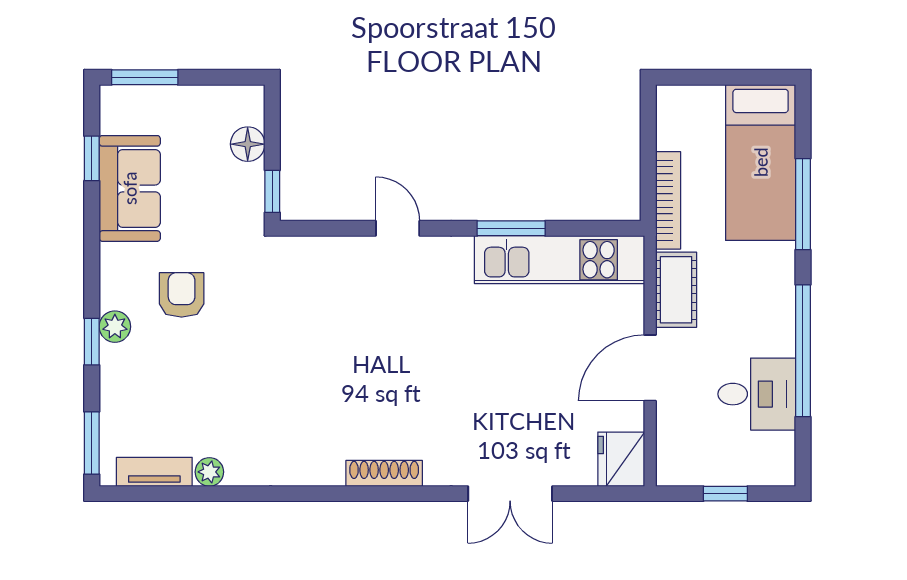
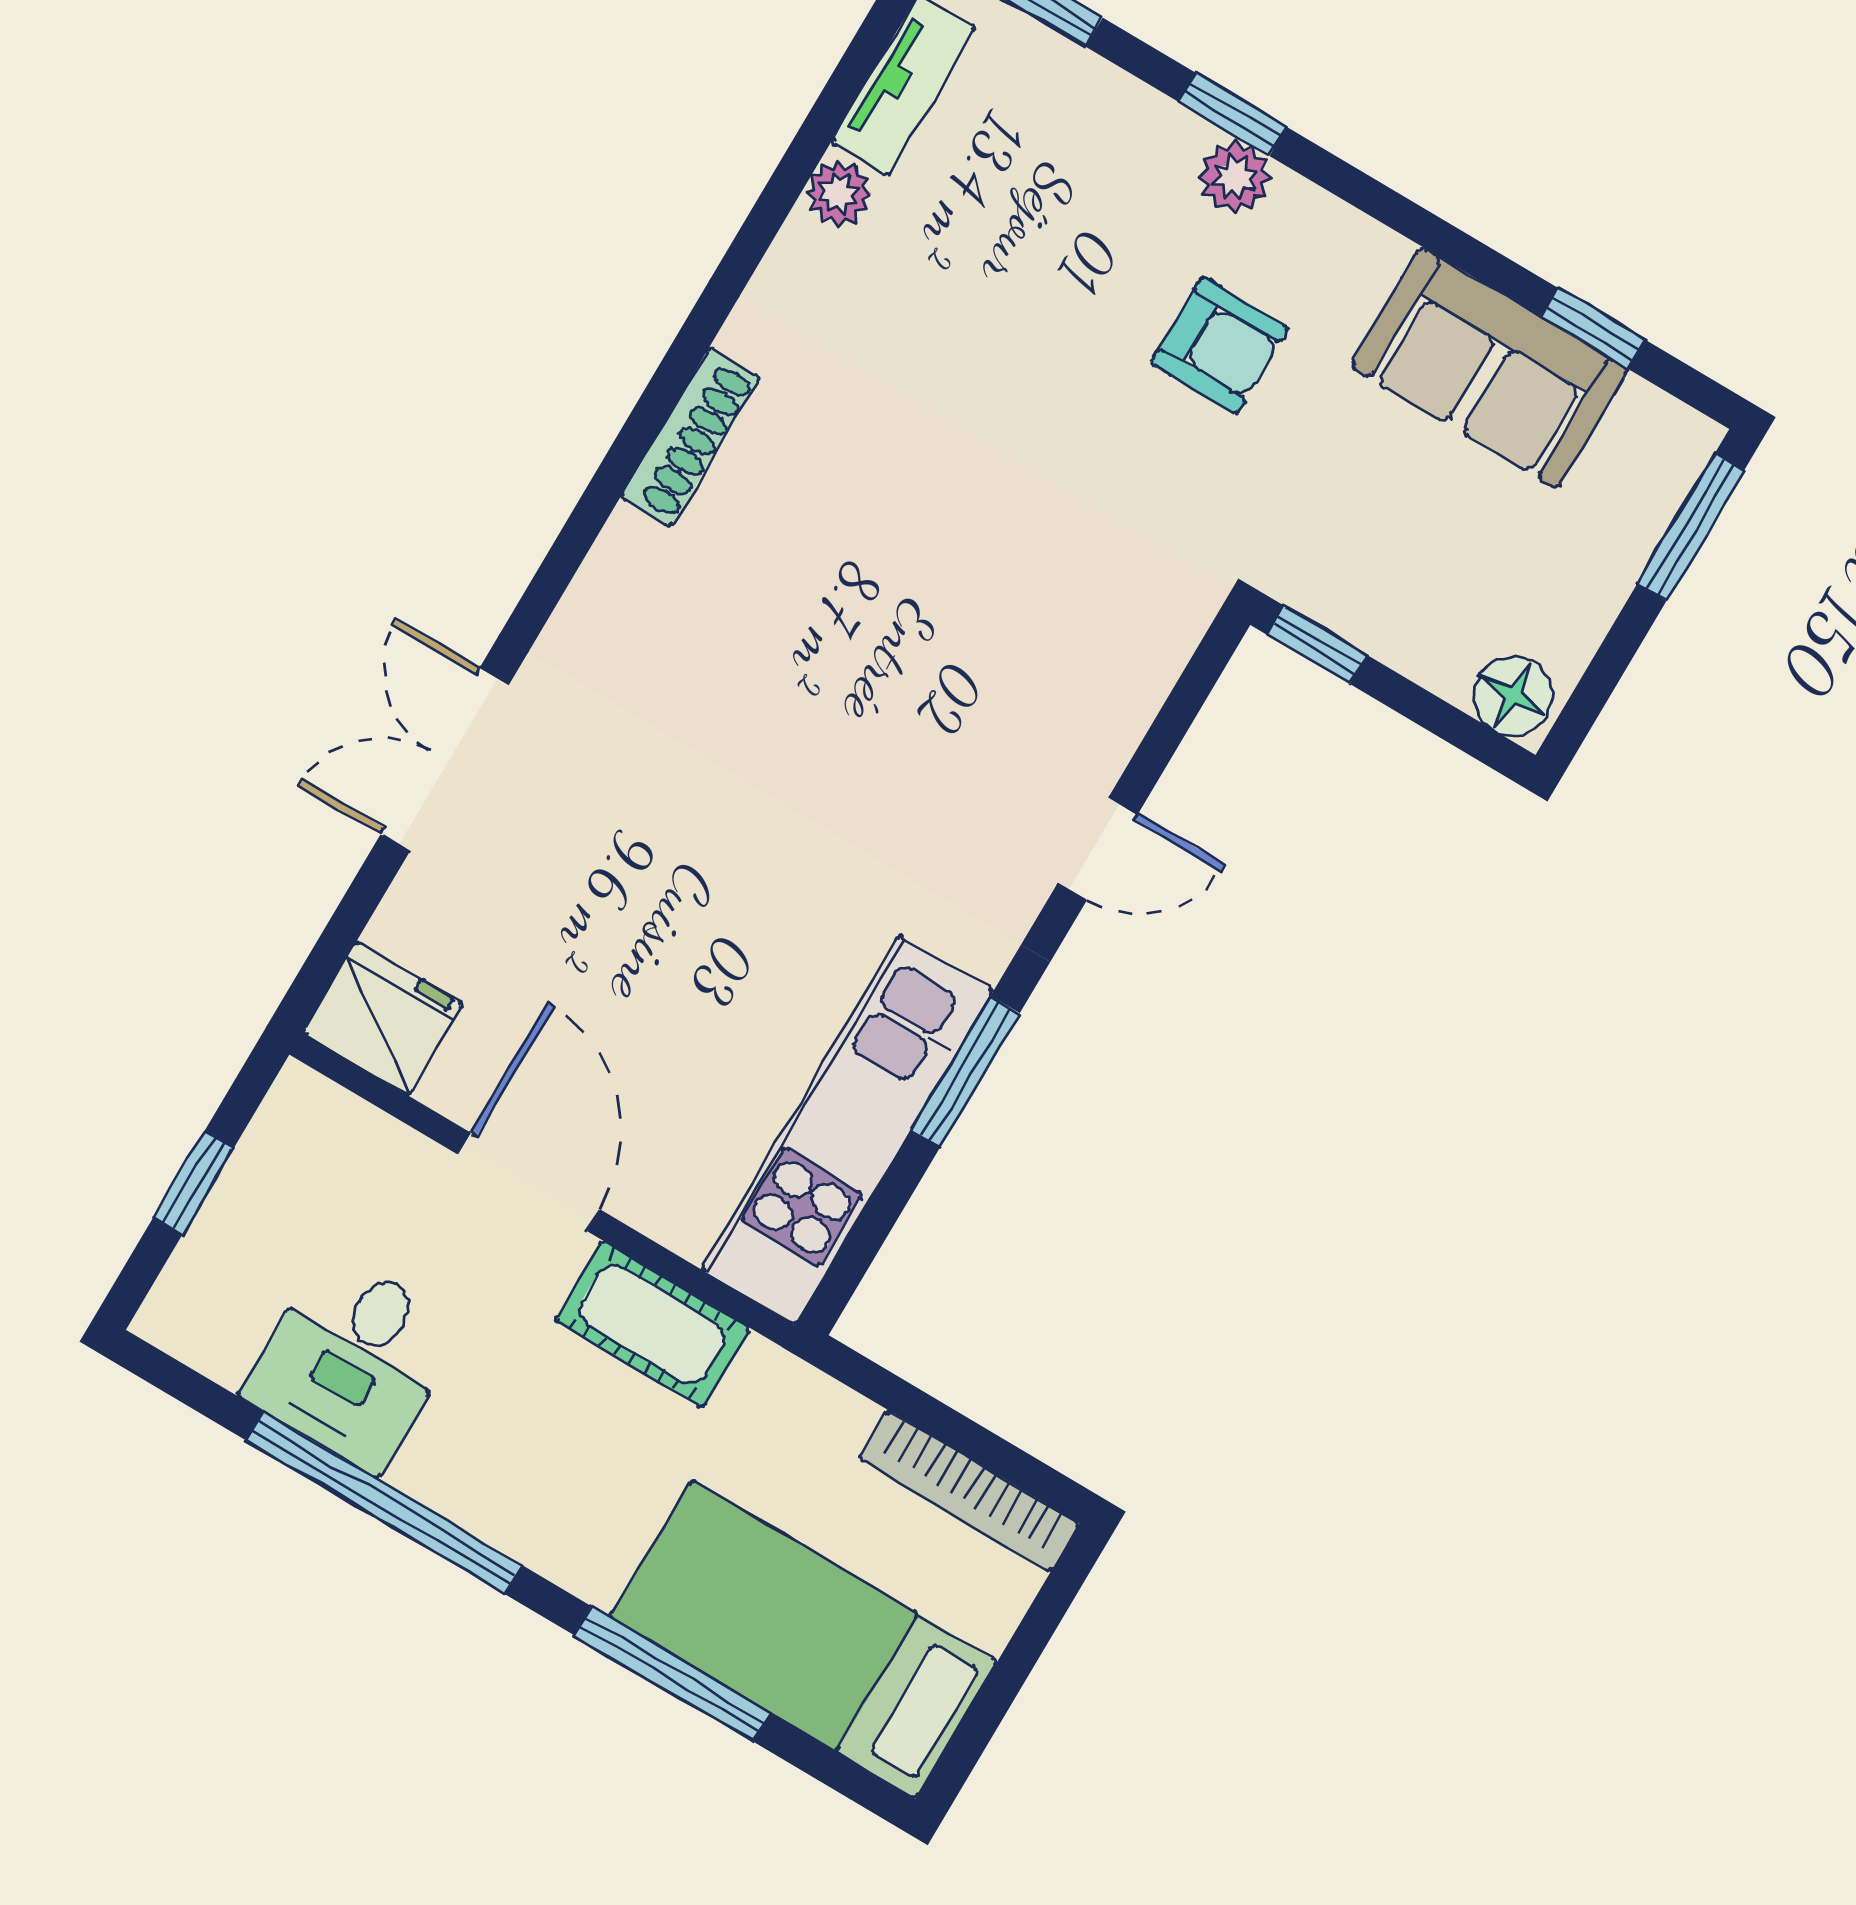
floor lamp: (248, 144) -> (1513, 696), moved
bookcase: (668, 200) -> (969, 1491), moved
shoe rack: (384, 473) -> (690, 437), moved

